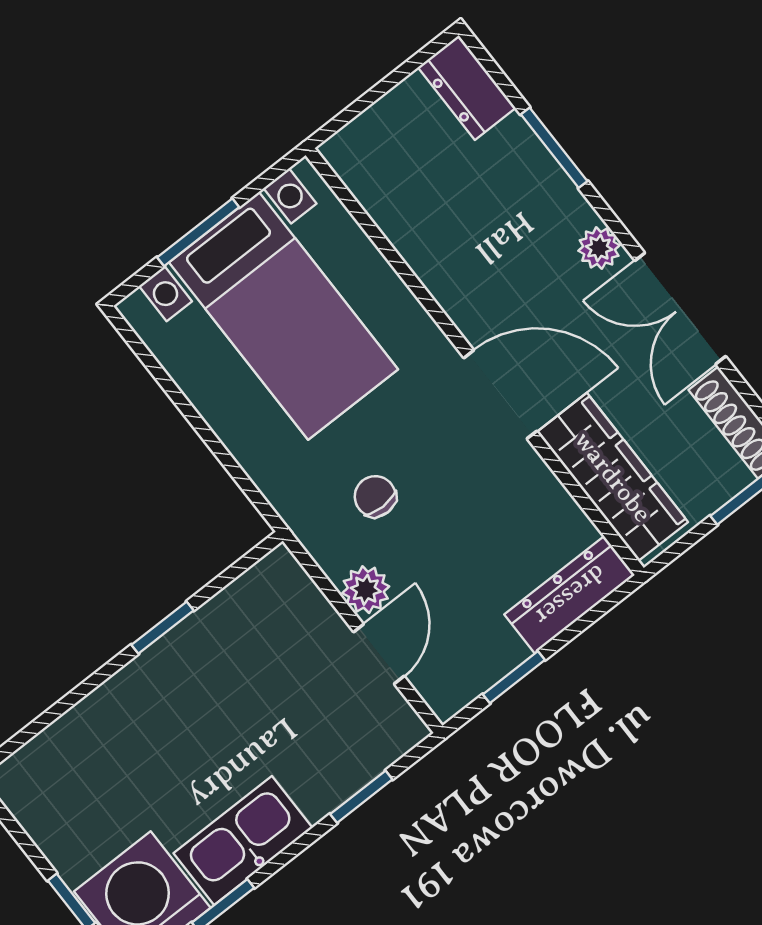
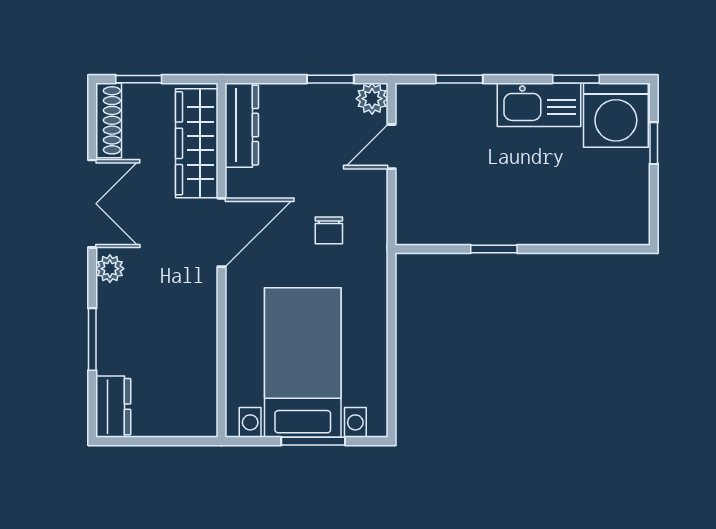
door: (500, 394) -> (222, 232), swing flipped
plant: (366, 590) -> (372, 99), moved
dresser: (570, 595) -> (242, 125), moved, turned -90

